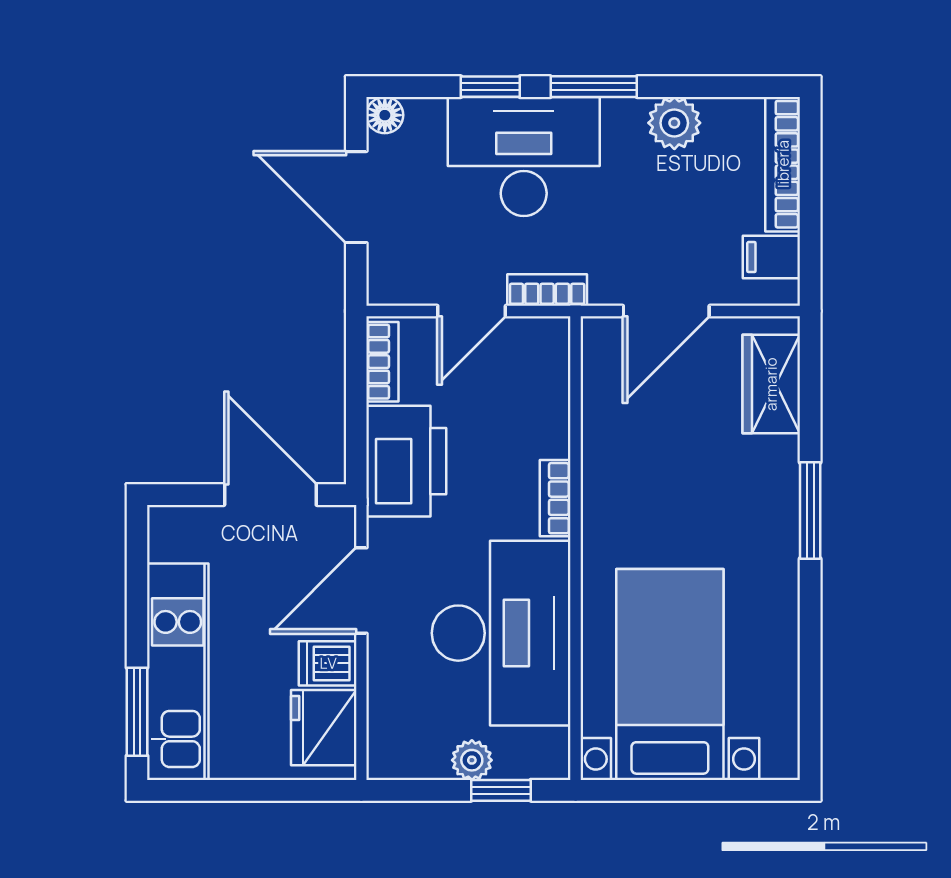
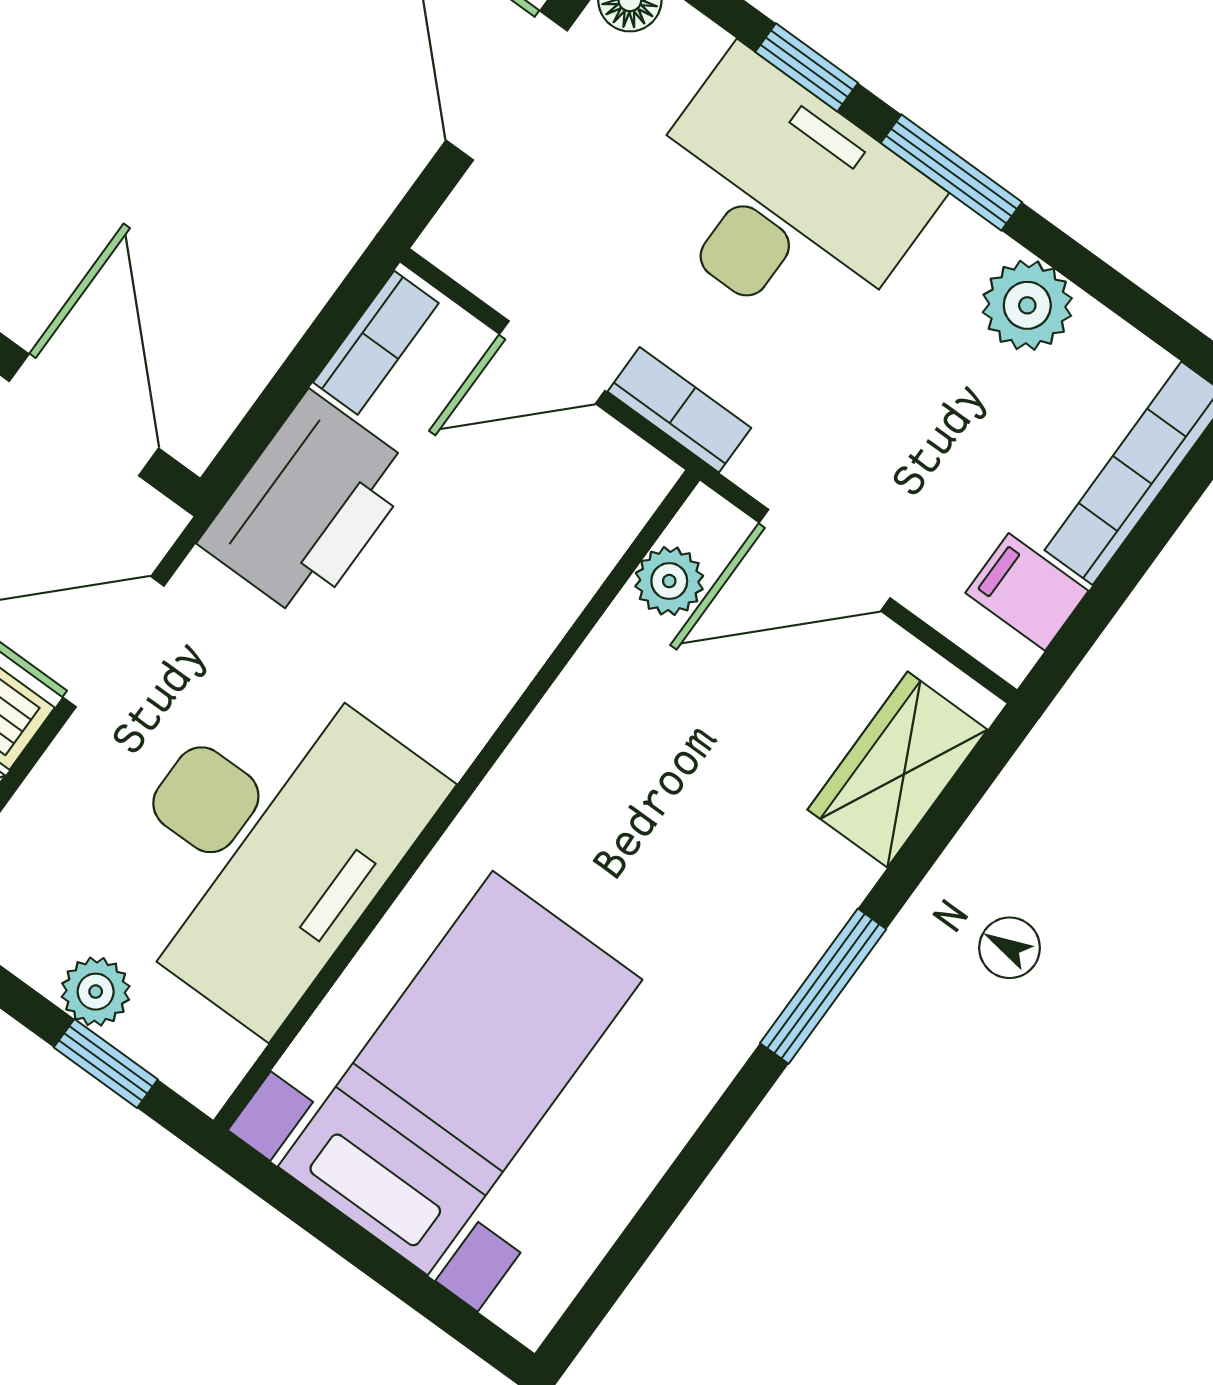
plant: (601, 373) -> (669, 581), added
bookcase: (555, 498) -> (479, 710), removed

